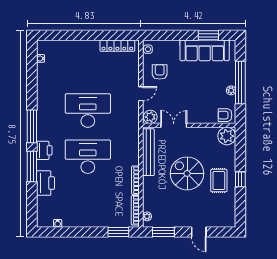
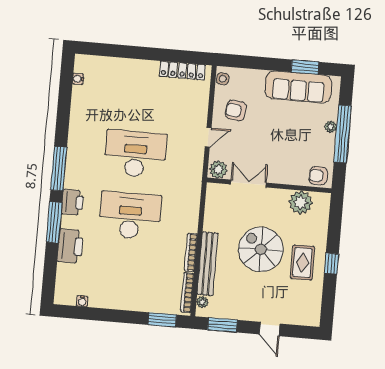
armchair: (160, 72) -> (236, 110), turned -84
plant: (231, 90) -> (331, 127), moved
plant: (227, 136) -> (301, 202), moved
bench: (148, 152) -> (208, 264), moved

